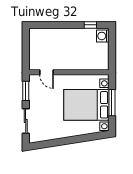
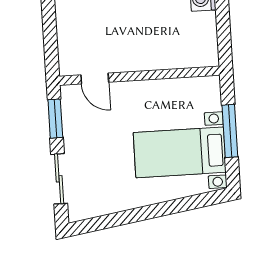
bed with nightstands: (86, 105) -> (180, 152), width x0.73

